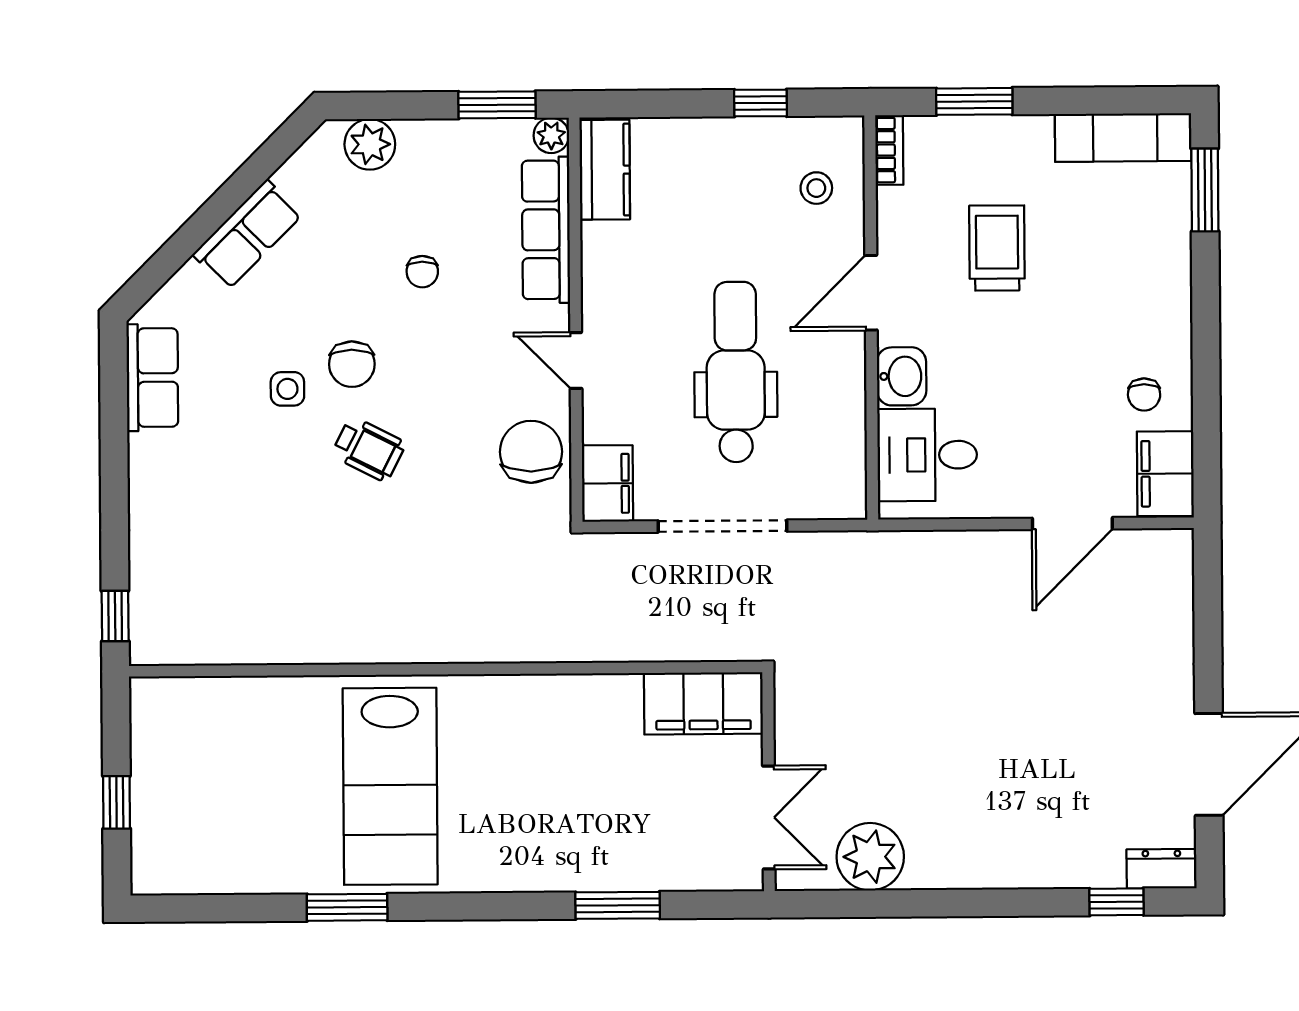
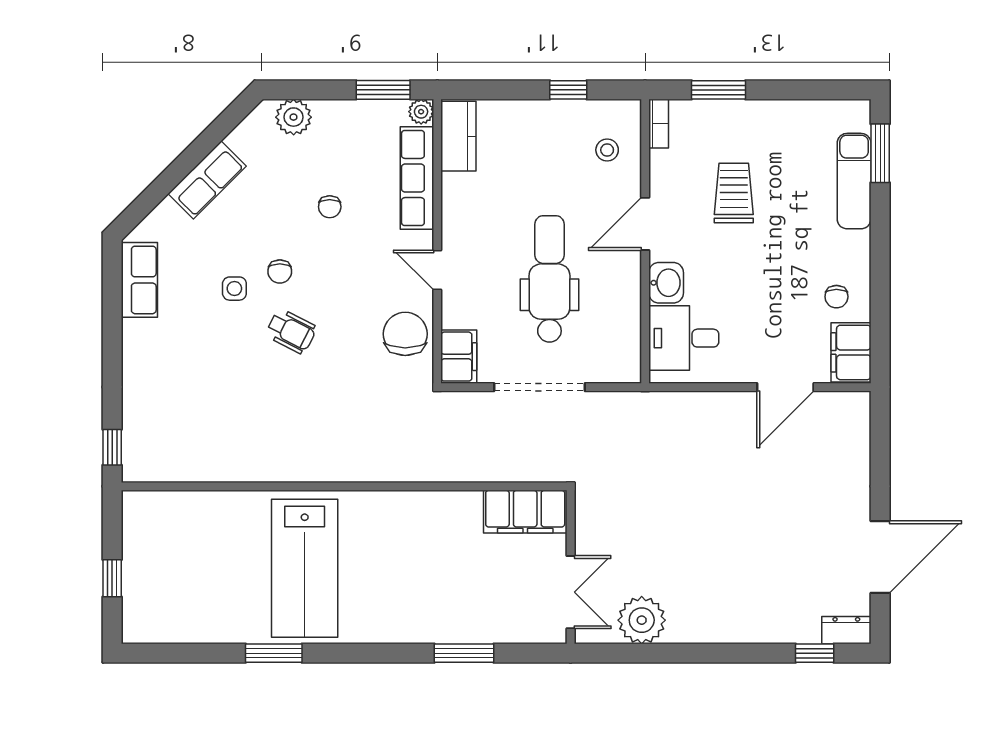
exam couch: (1123, 138) -> (854, 181), moved, turned 90
chair: (352, 364) -> (280, 271), width x0.73, depth x0.73

